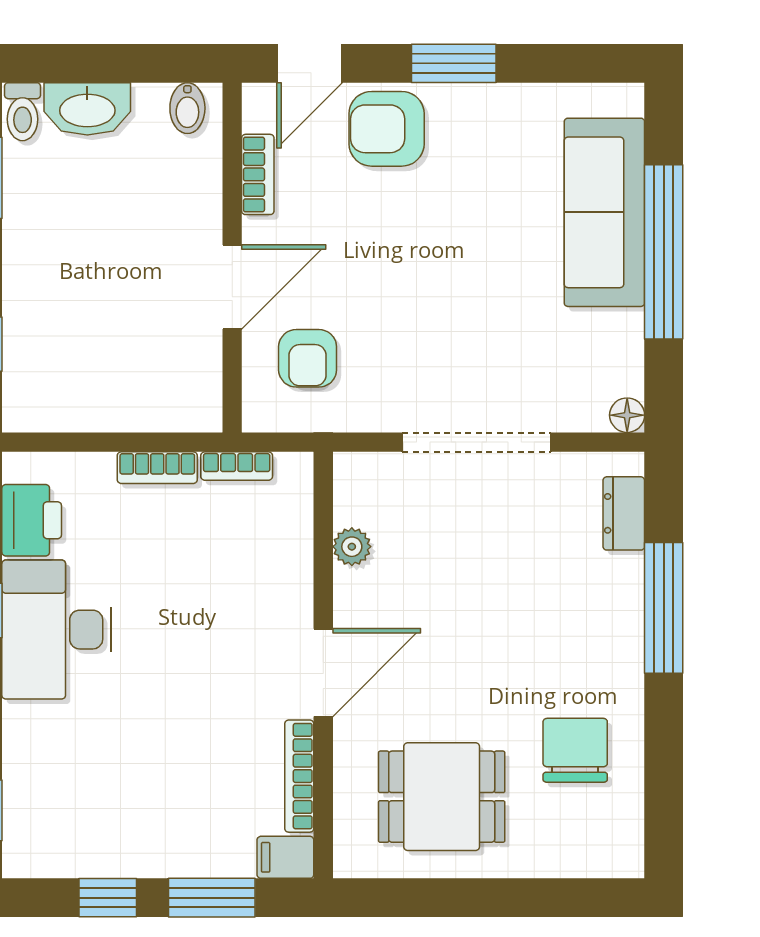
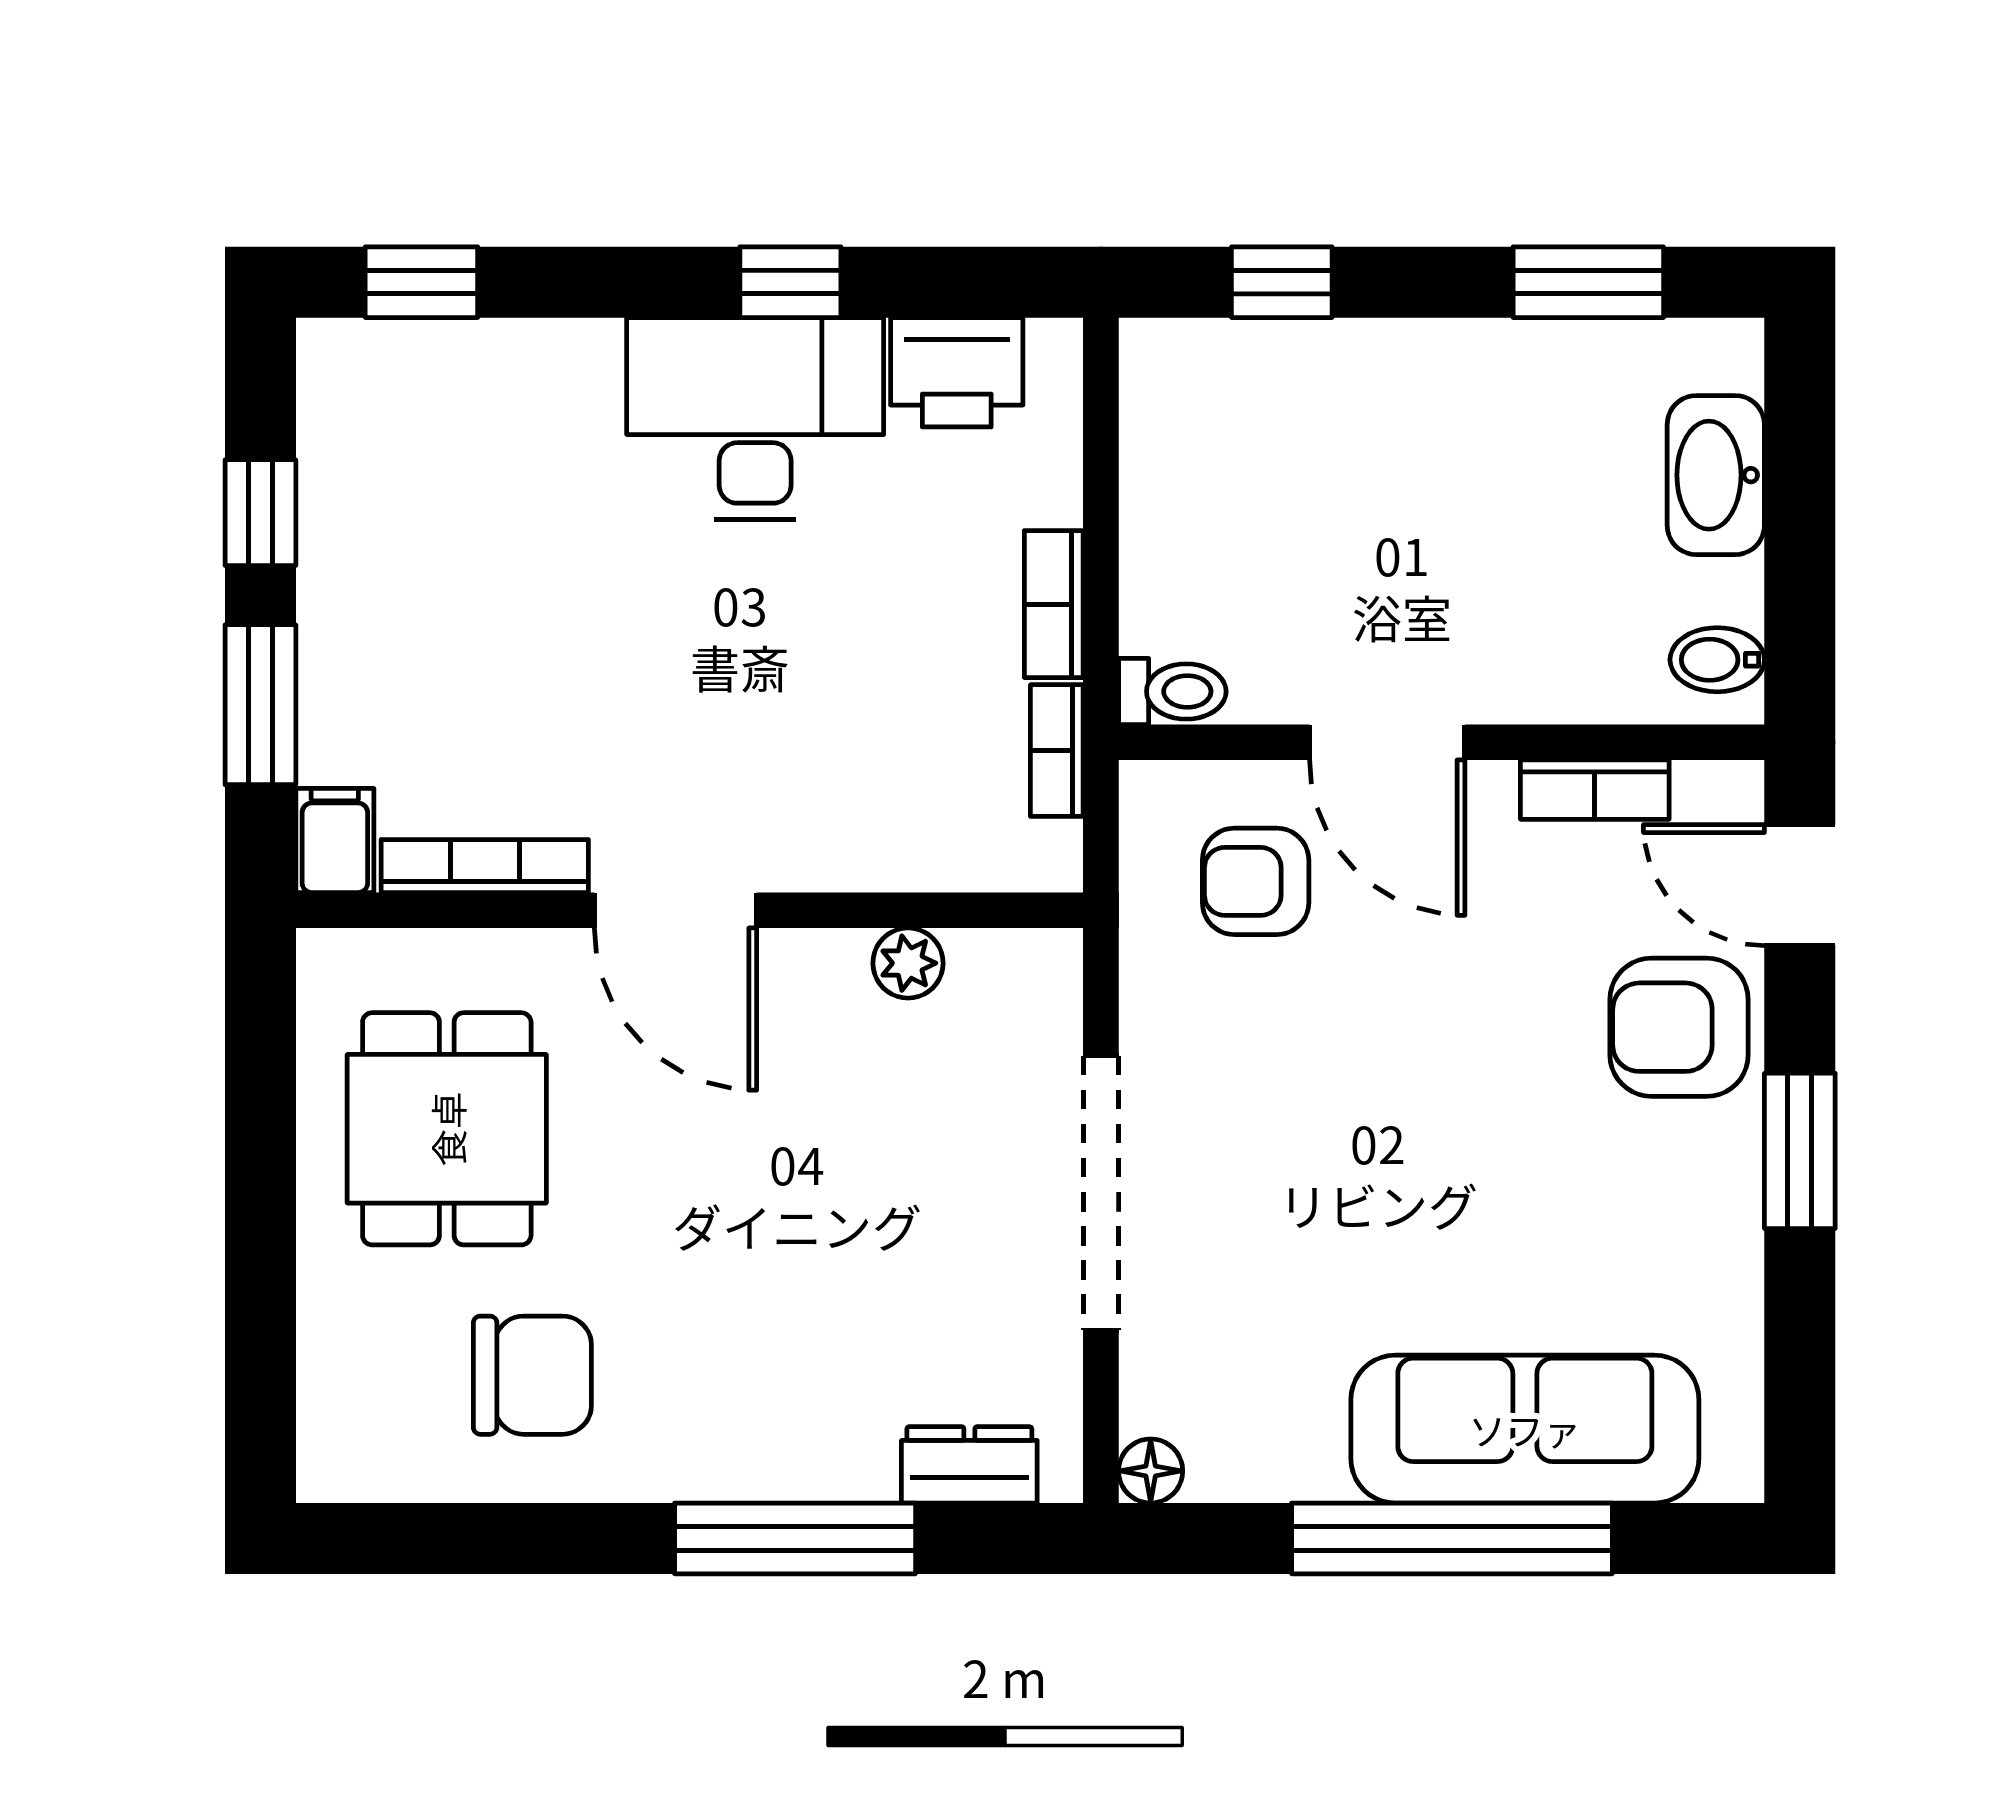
toilet: (23, 112) -> (1172, 691), moved, turned 180
armchair: (387, 129) -> (1679, 1027), turned -90

